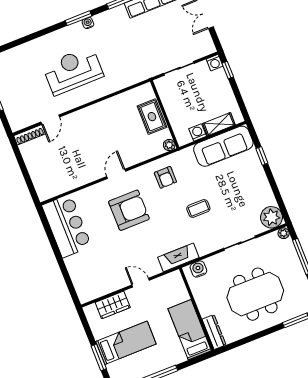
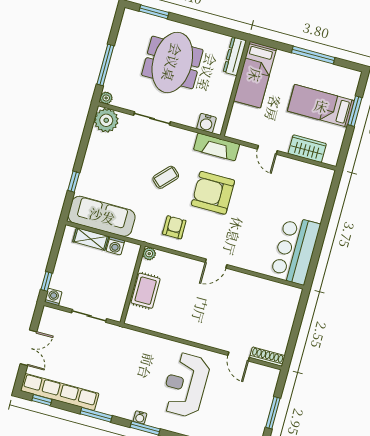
reception desk: (73, 71) -> (185, 385), turned 90
door: (50, 119) -> (239, 356), swing flipped
coffee table: (198, 208) -> (166, 177), turned -47
armchair: (129, 210) -> (213, 193), moved
meeting table: (255, 294) -> (172, 62), turned 90

